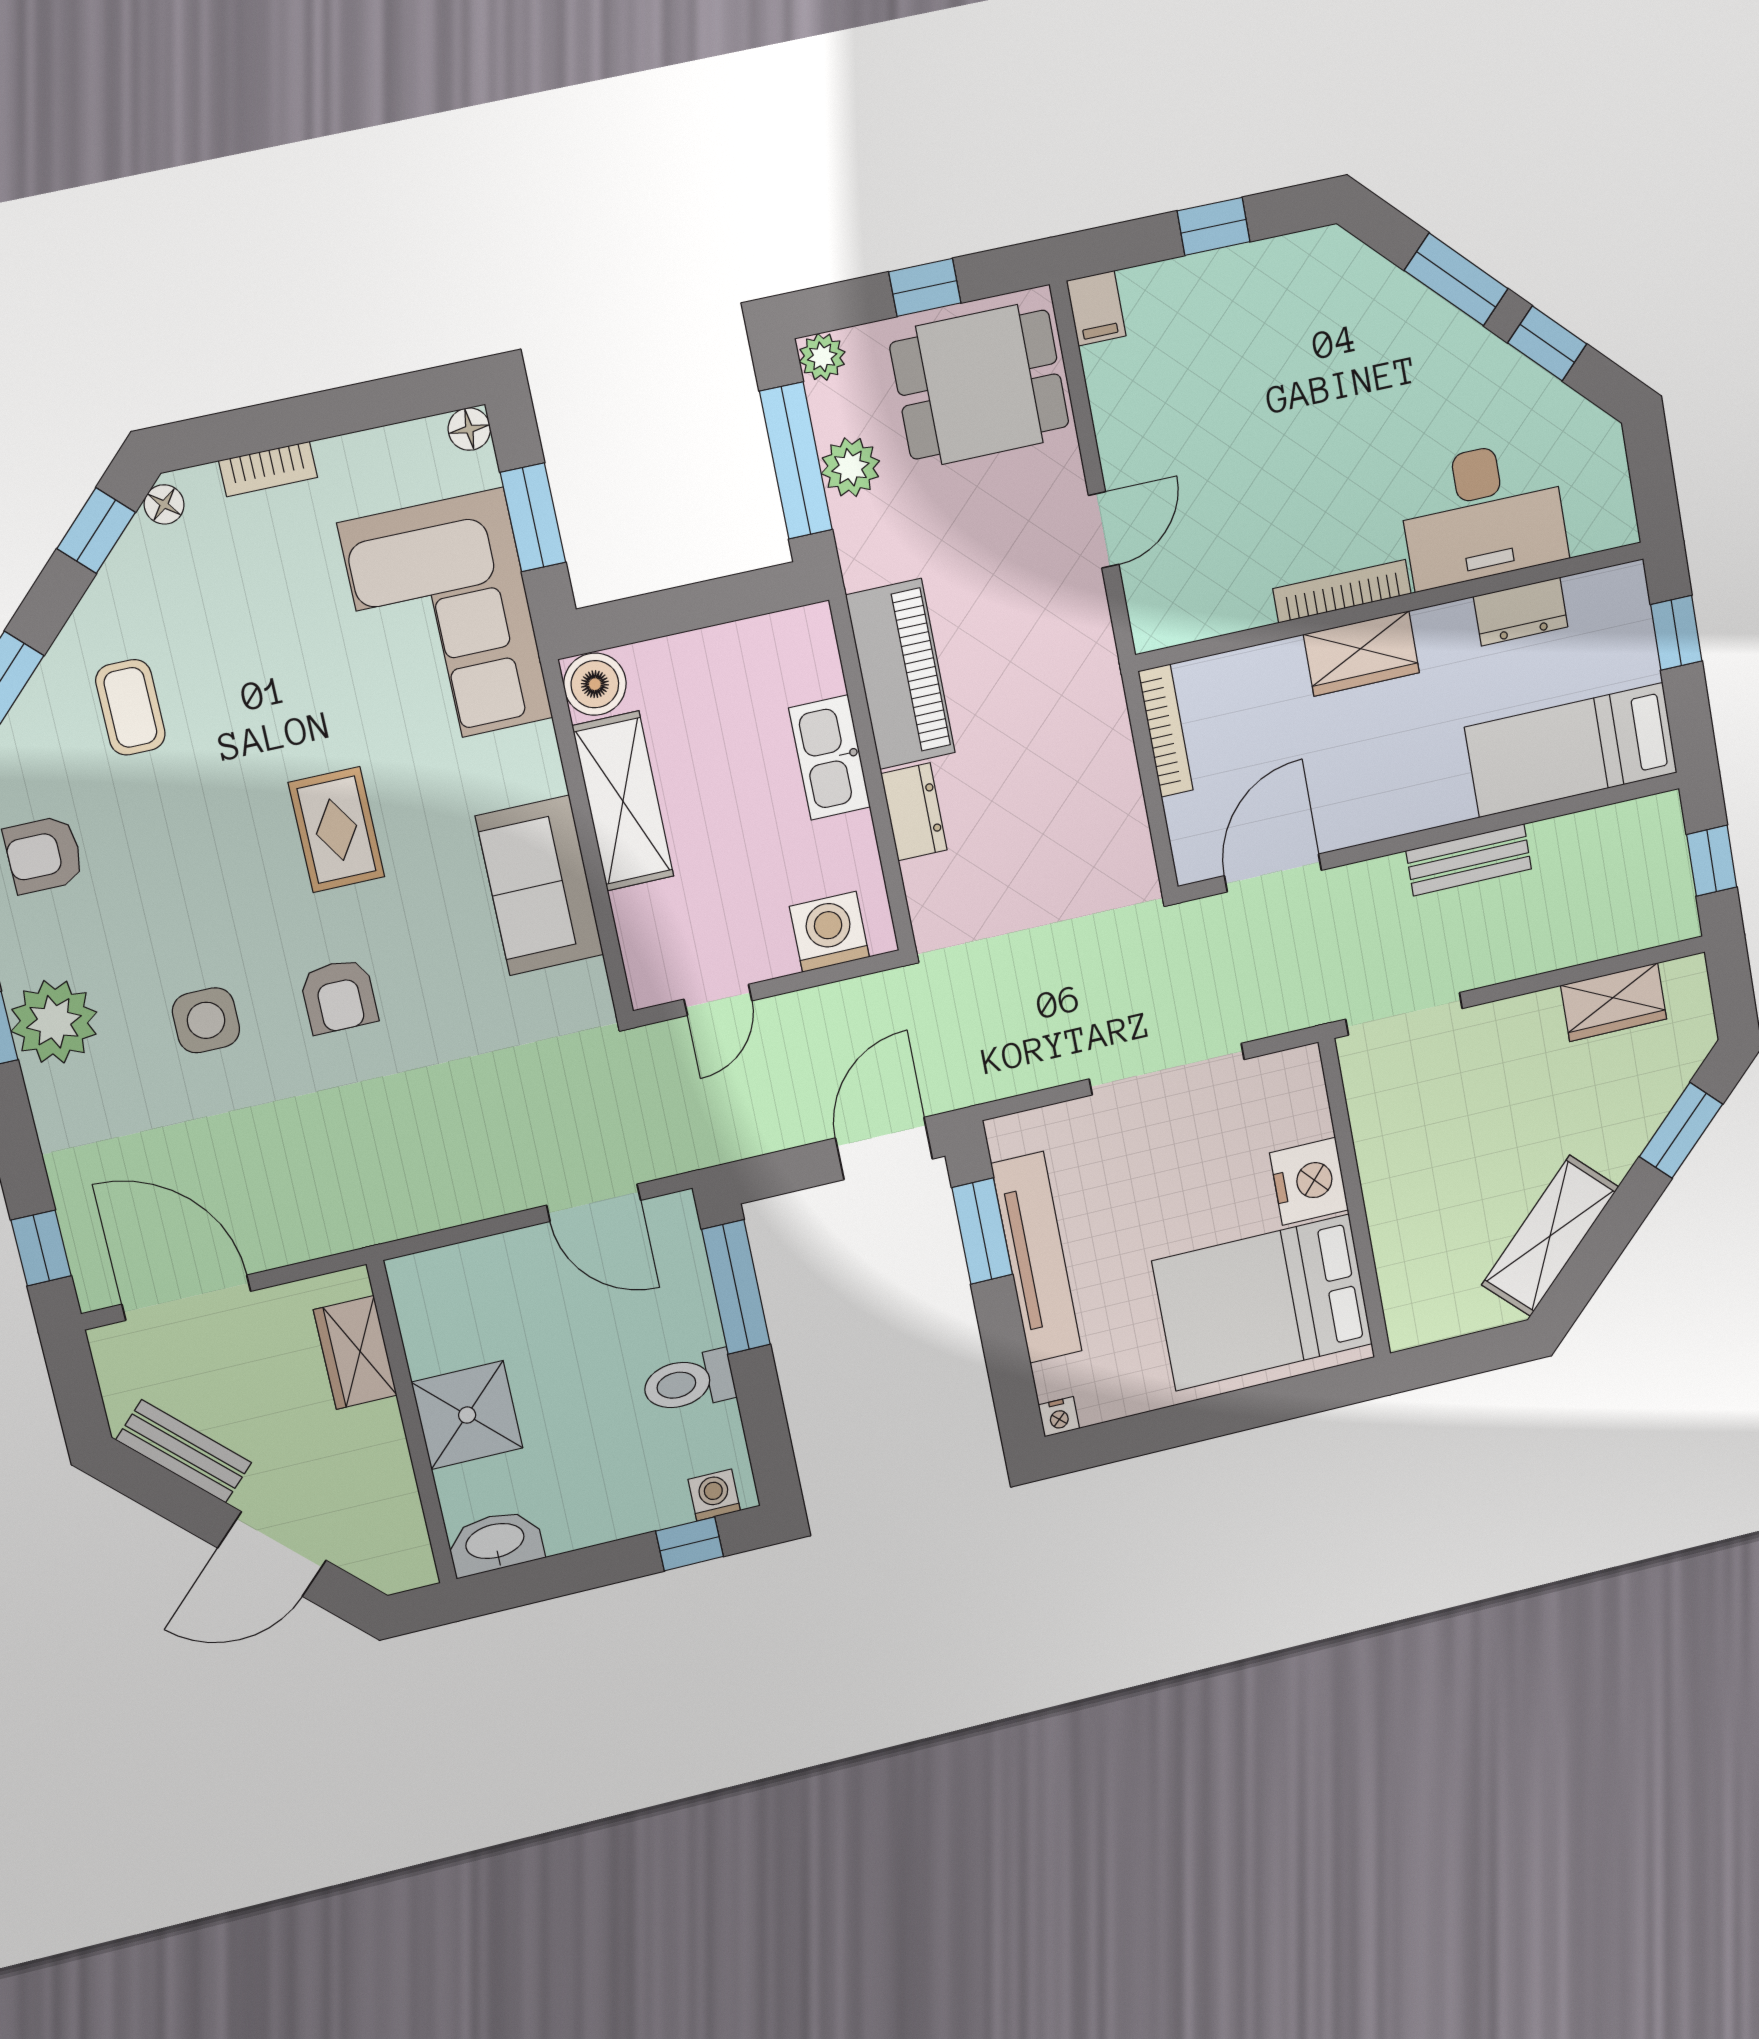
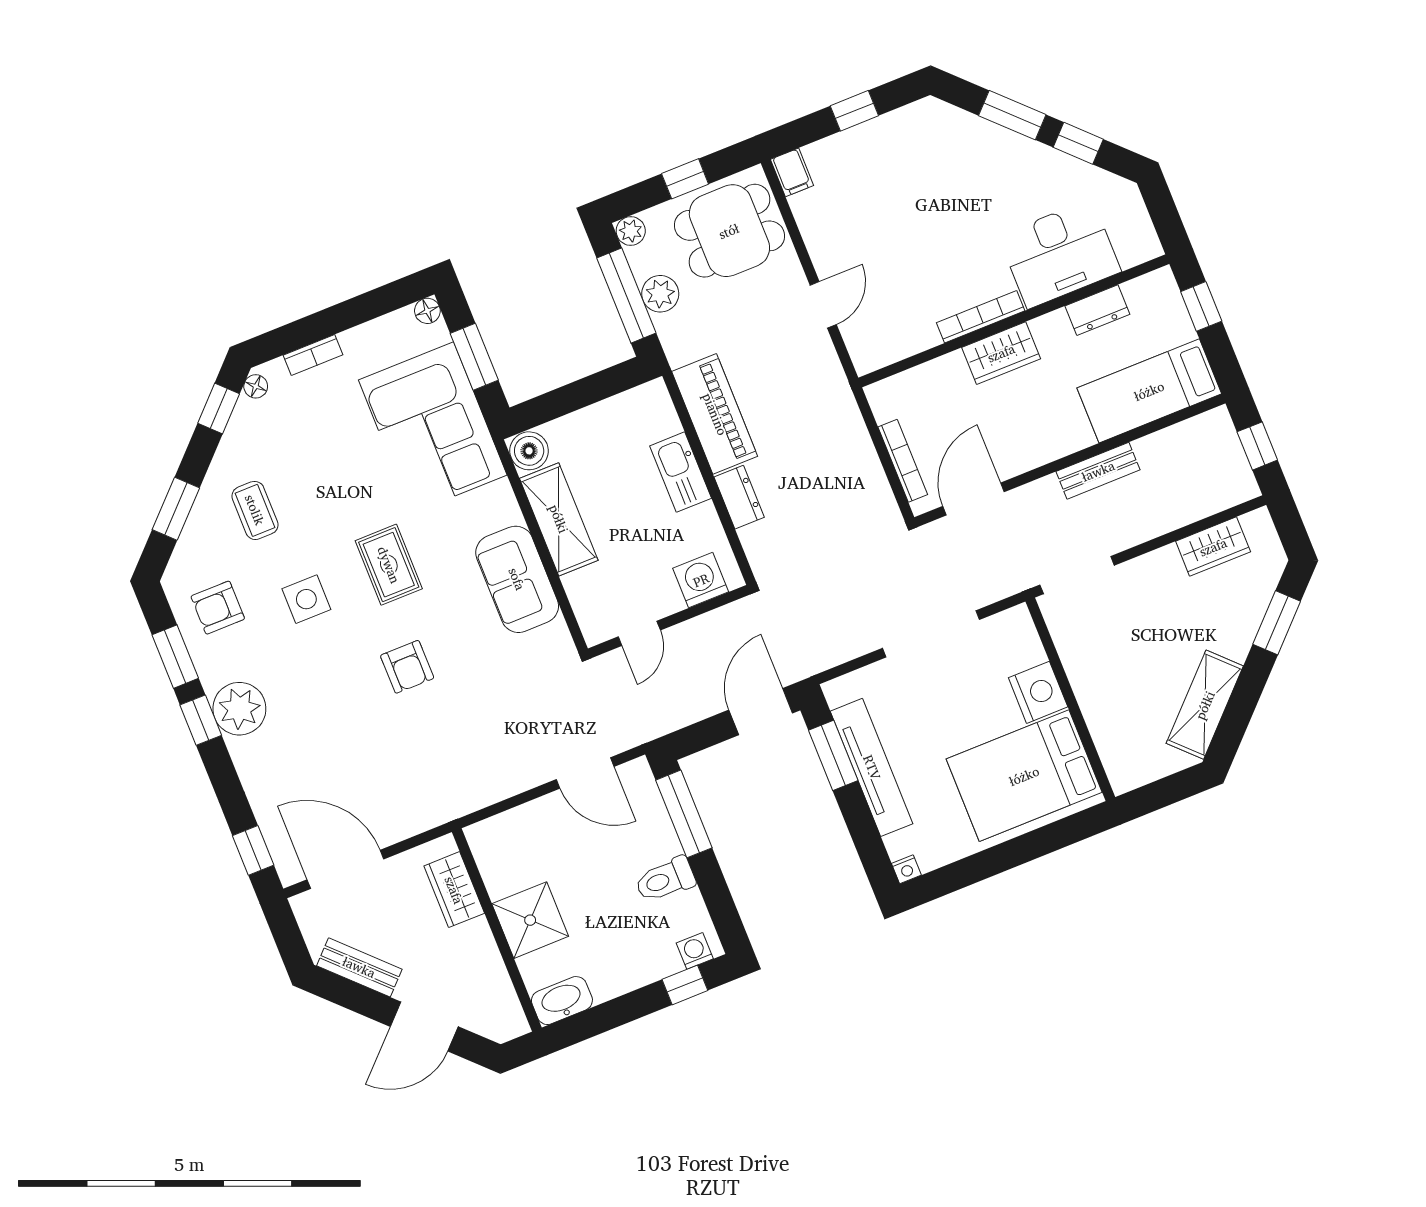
bookcase: (1166, 731) -> (903, 461), moved
side table: (206, 1020) -> (306, 599), moved

